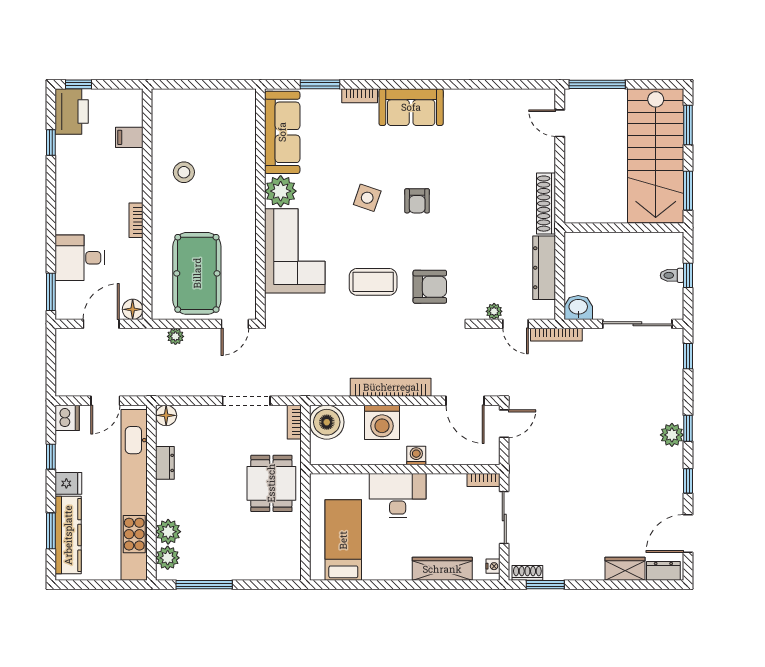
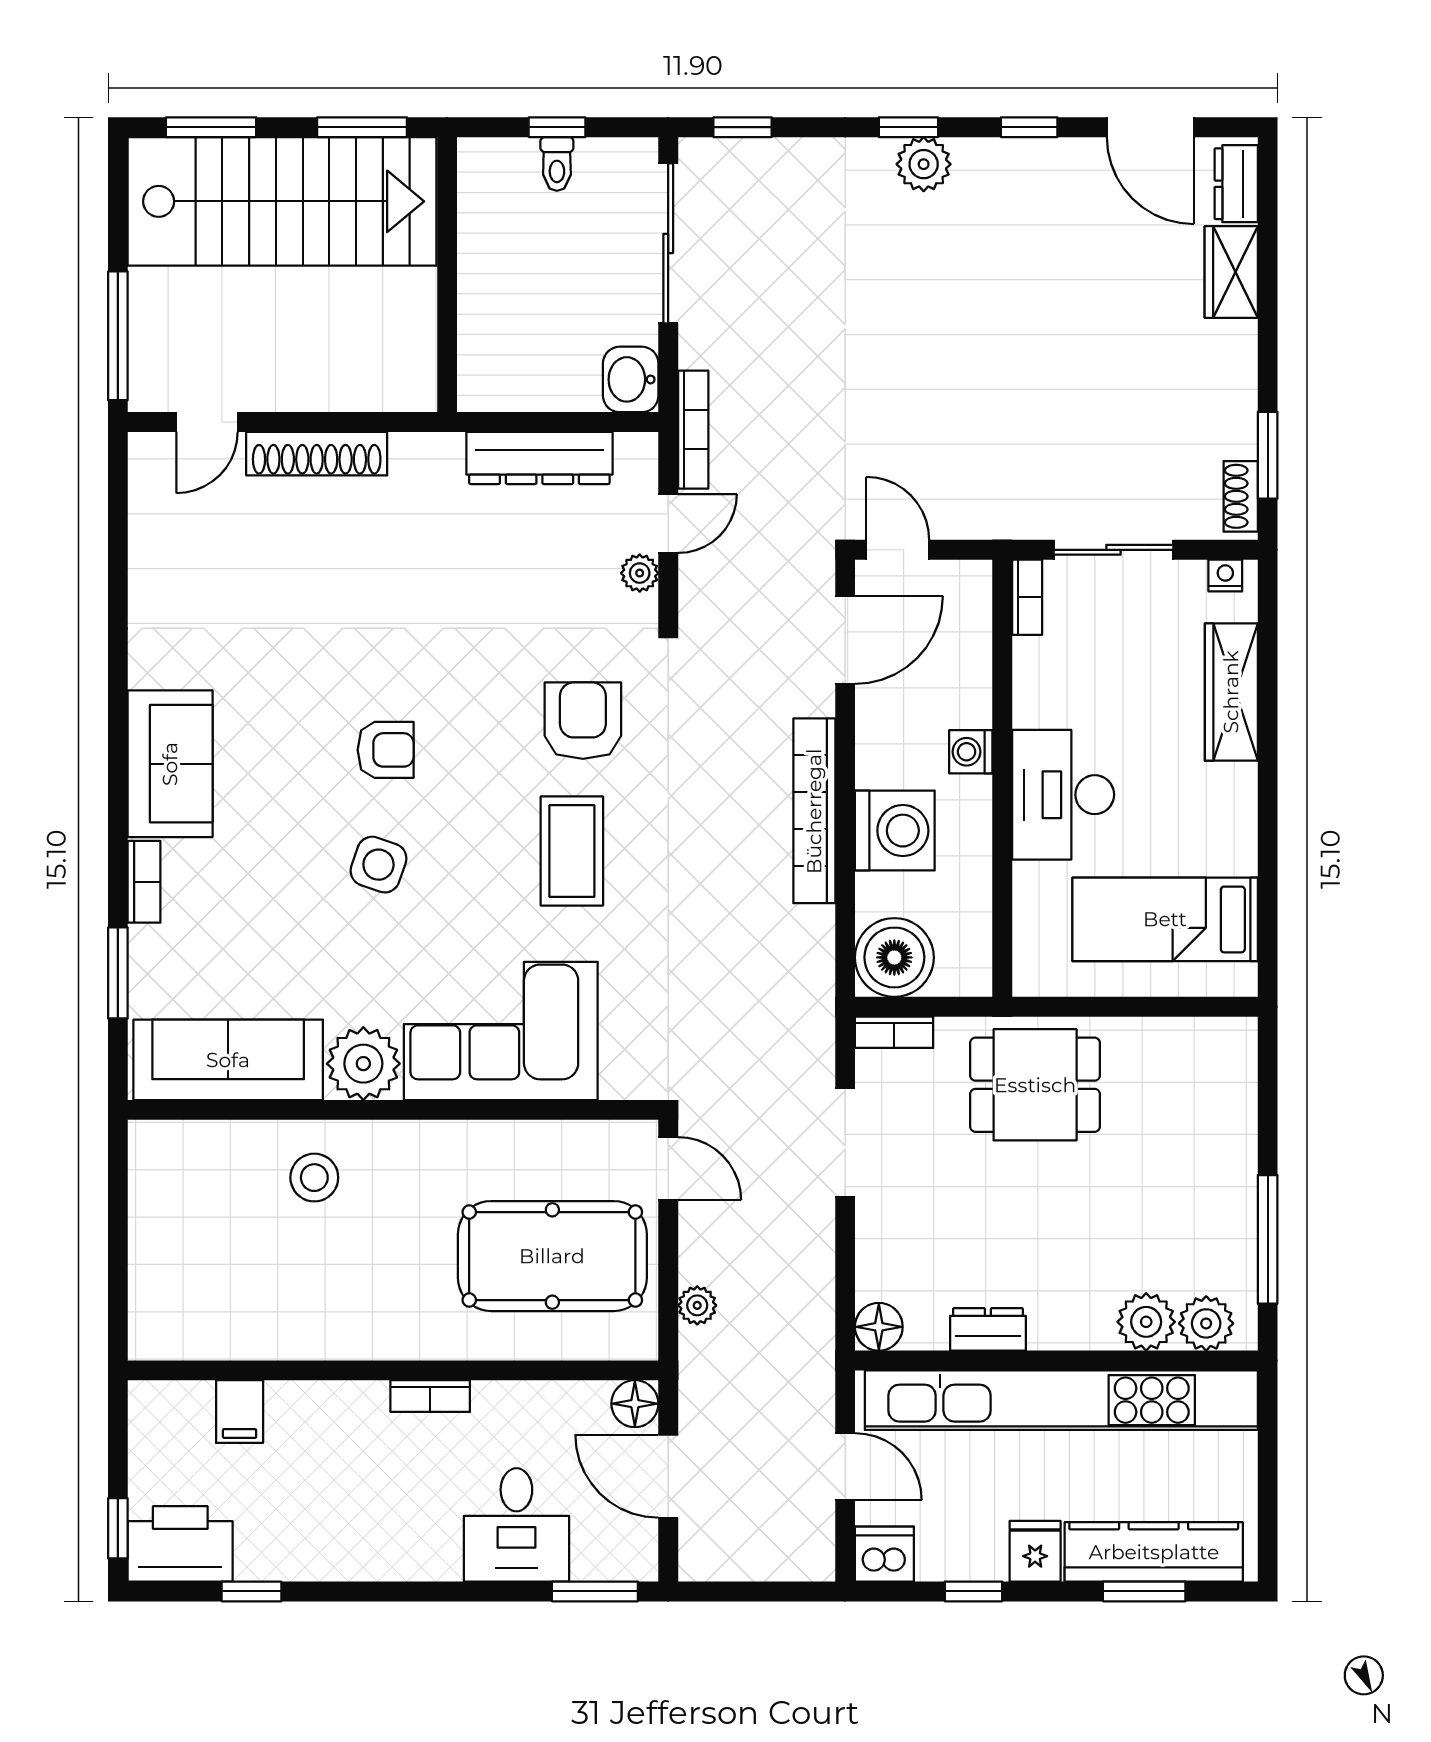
stool: (184, 172) -> (314, 1178), moved
shoe rack: (546, 204) -> (317, 454), moved

